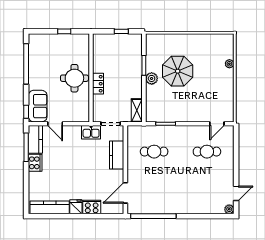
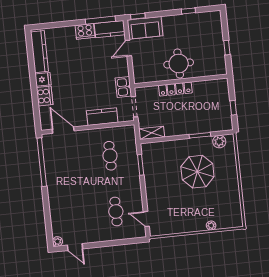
window: (26, 64) -> (188, 11), width x0.32
plant: (152, 78) -> (219, 142), moved
locker: (98, 84) -> (175, 89), width x1.53

